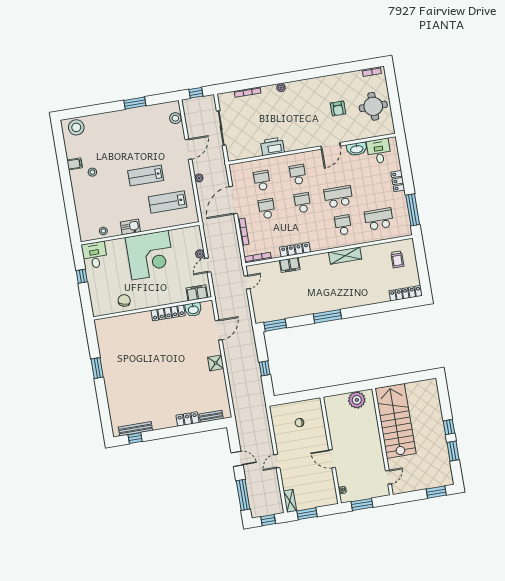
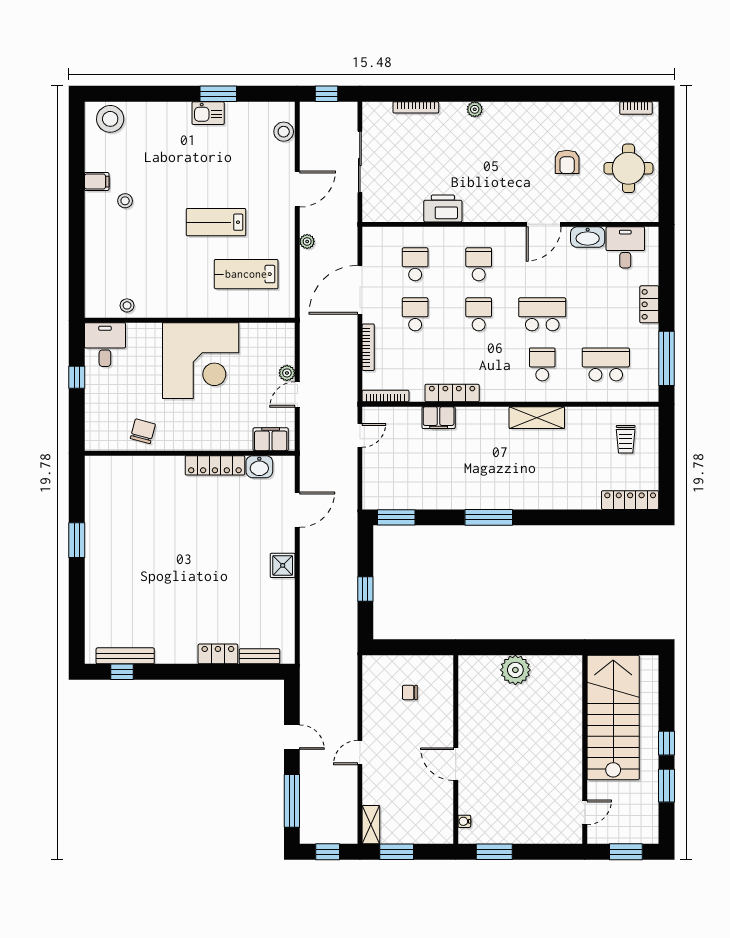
kitchen sink: (130, 227) -> (208, 113), moved, turned 180
stairs: (395, 421) -> (613, 717), moved
wall: (383, 442) -> (585, 749), moved
door: (388, 477) -> (585, 812), moved

